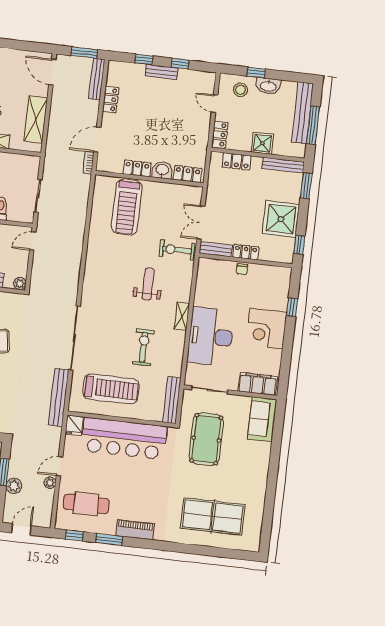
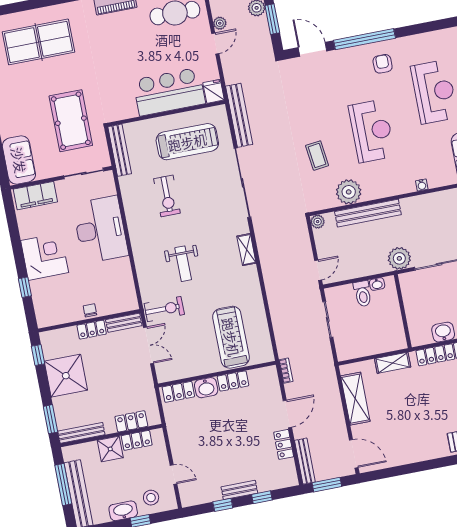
locker: (220, 135) -> (137, 440), moved, turned -90
door: (97, 140) -> (287, 414), moved
shelving: (182, 316) -> (246, 250), moved
treadmill: (111, 389) -> (187, 142), turned 180
bar counter: (124, 438) -> (169, 92), width x0.73

